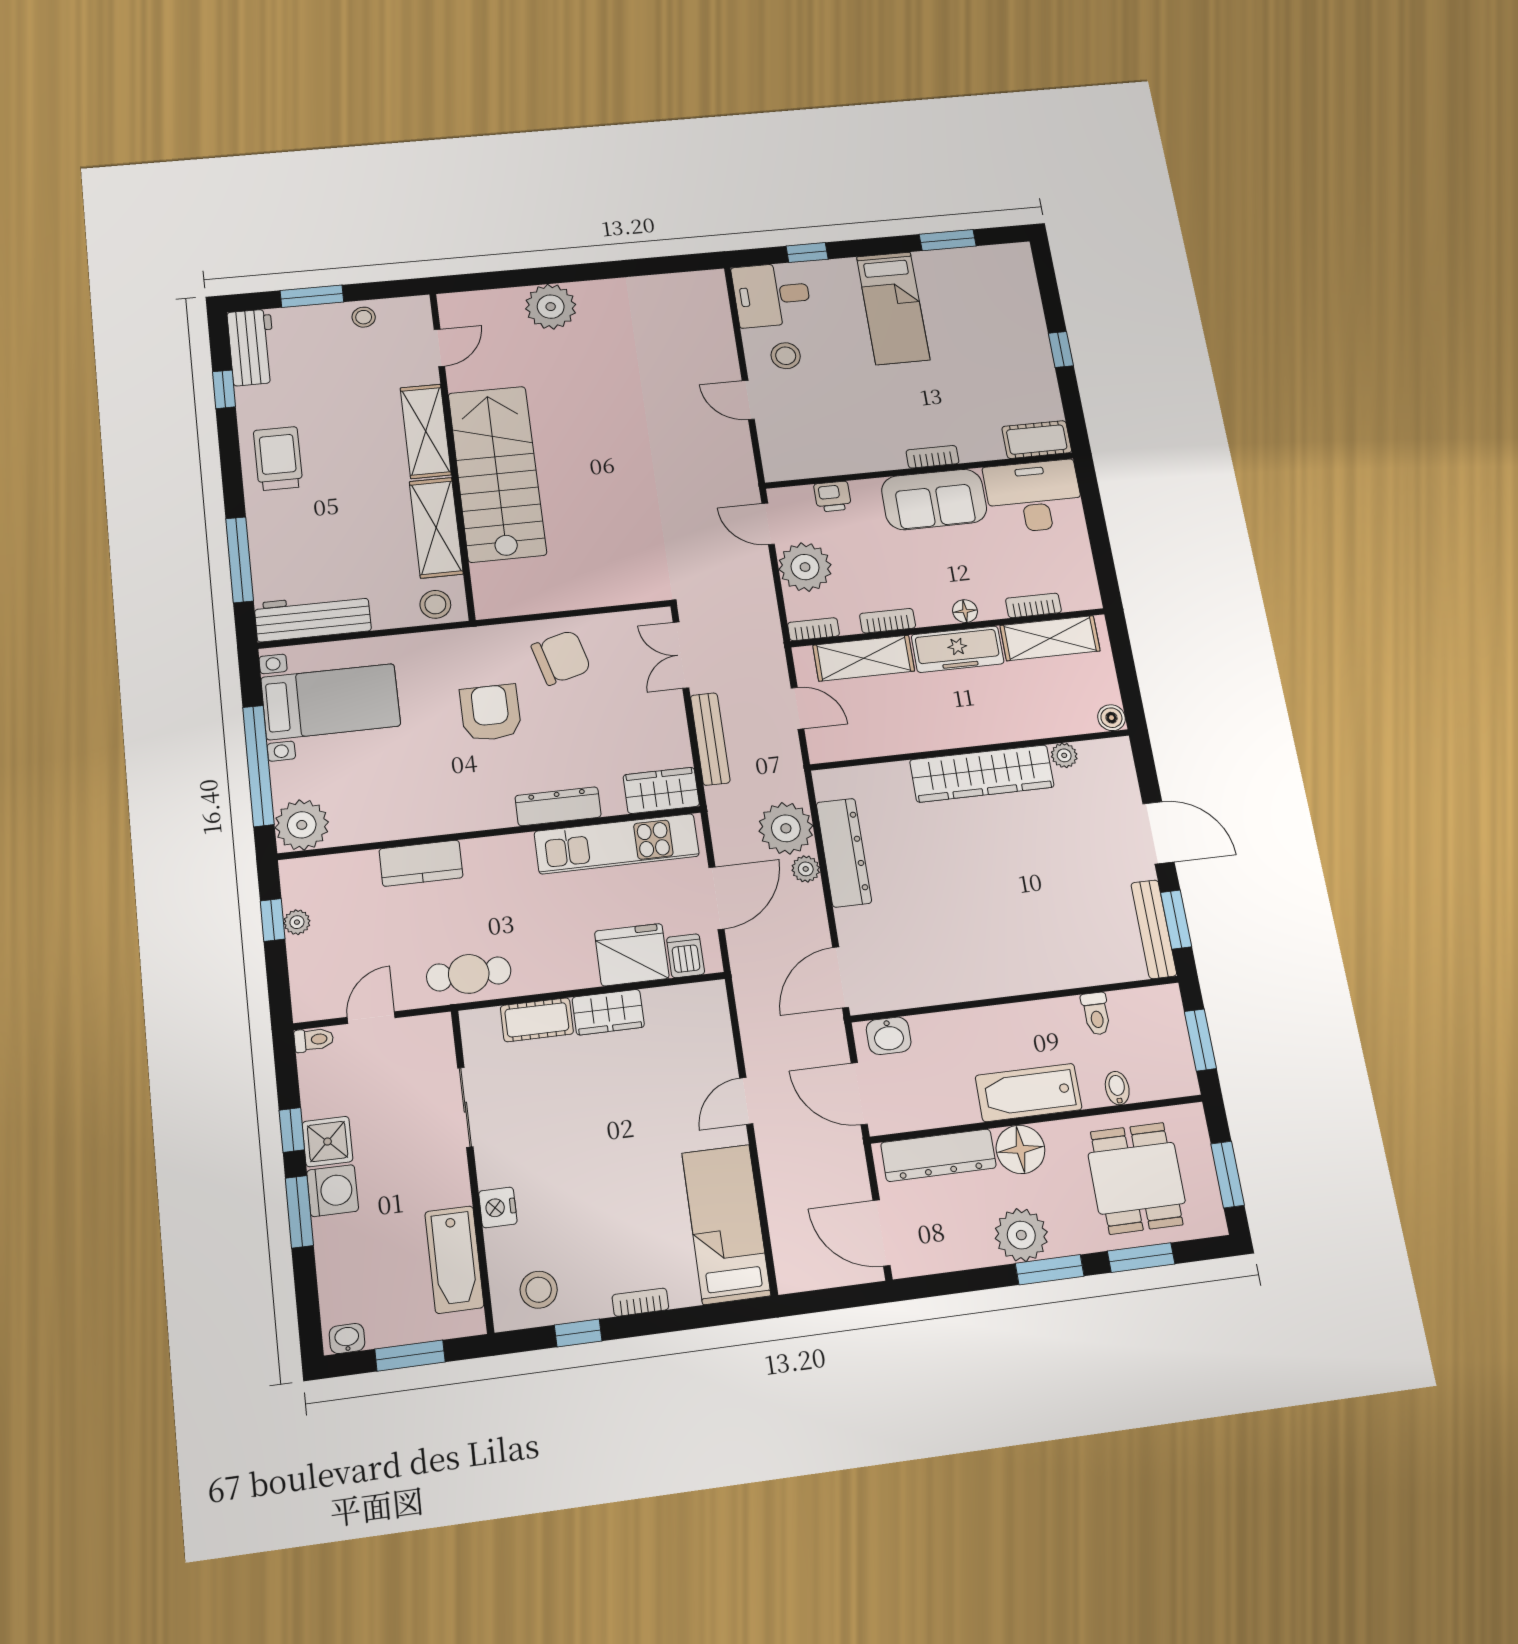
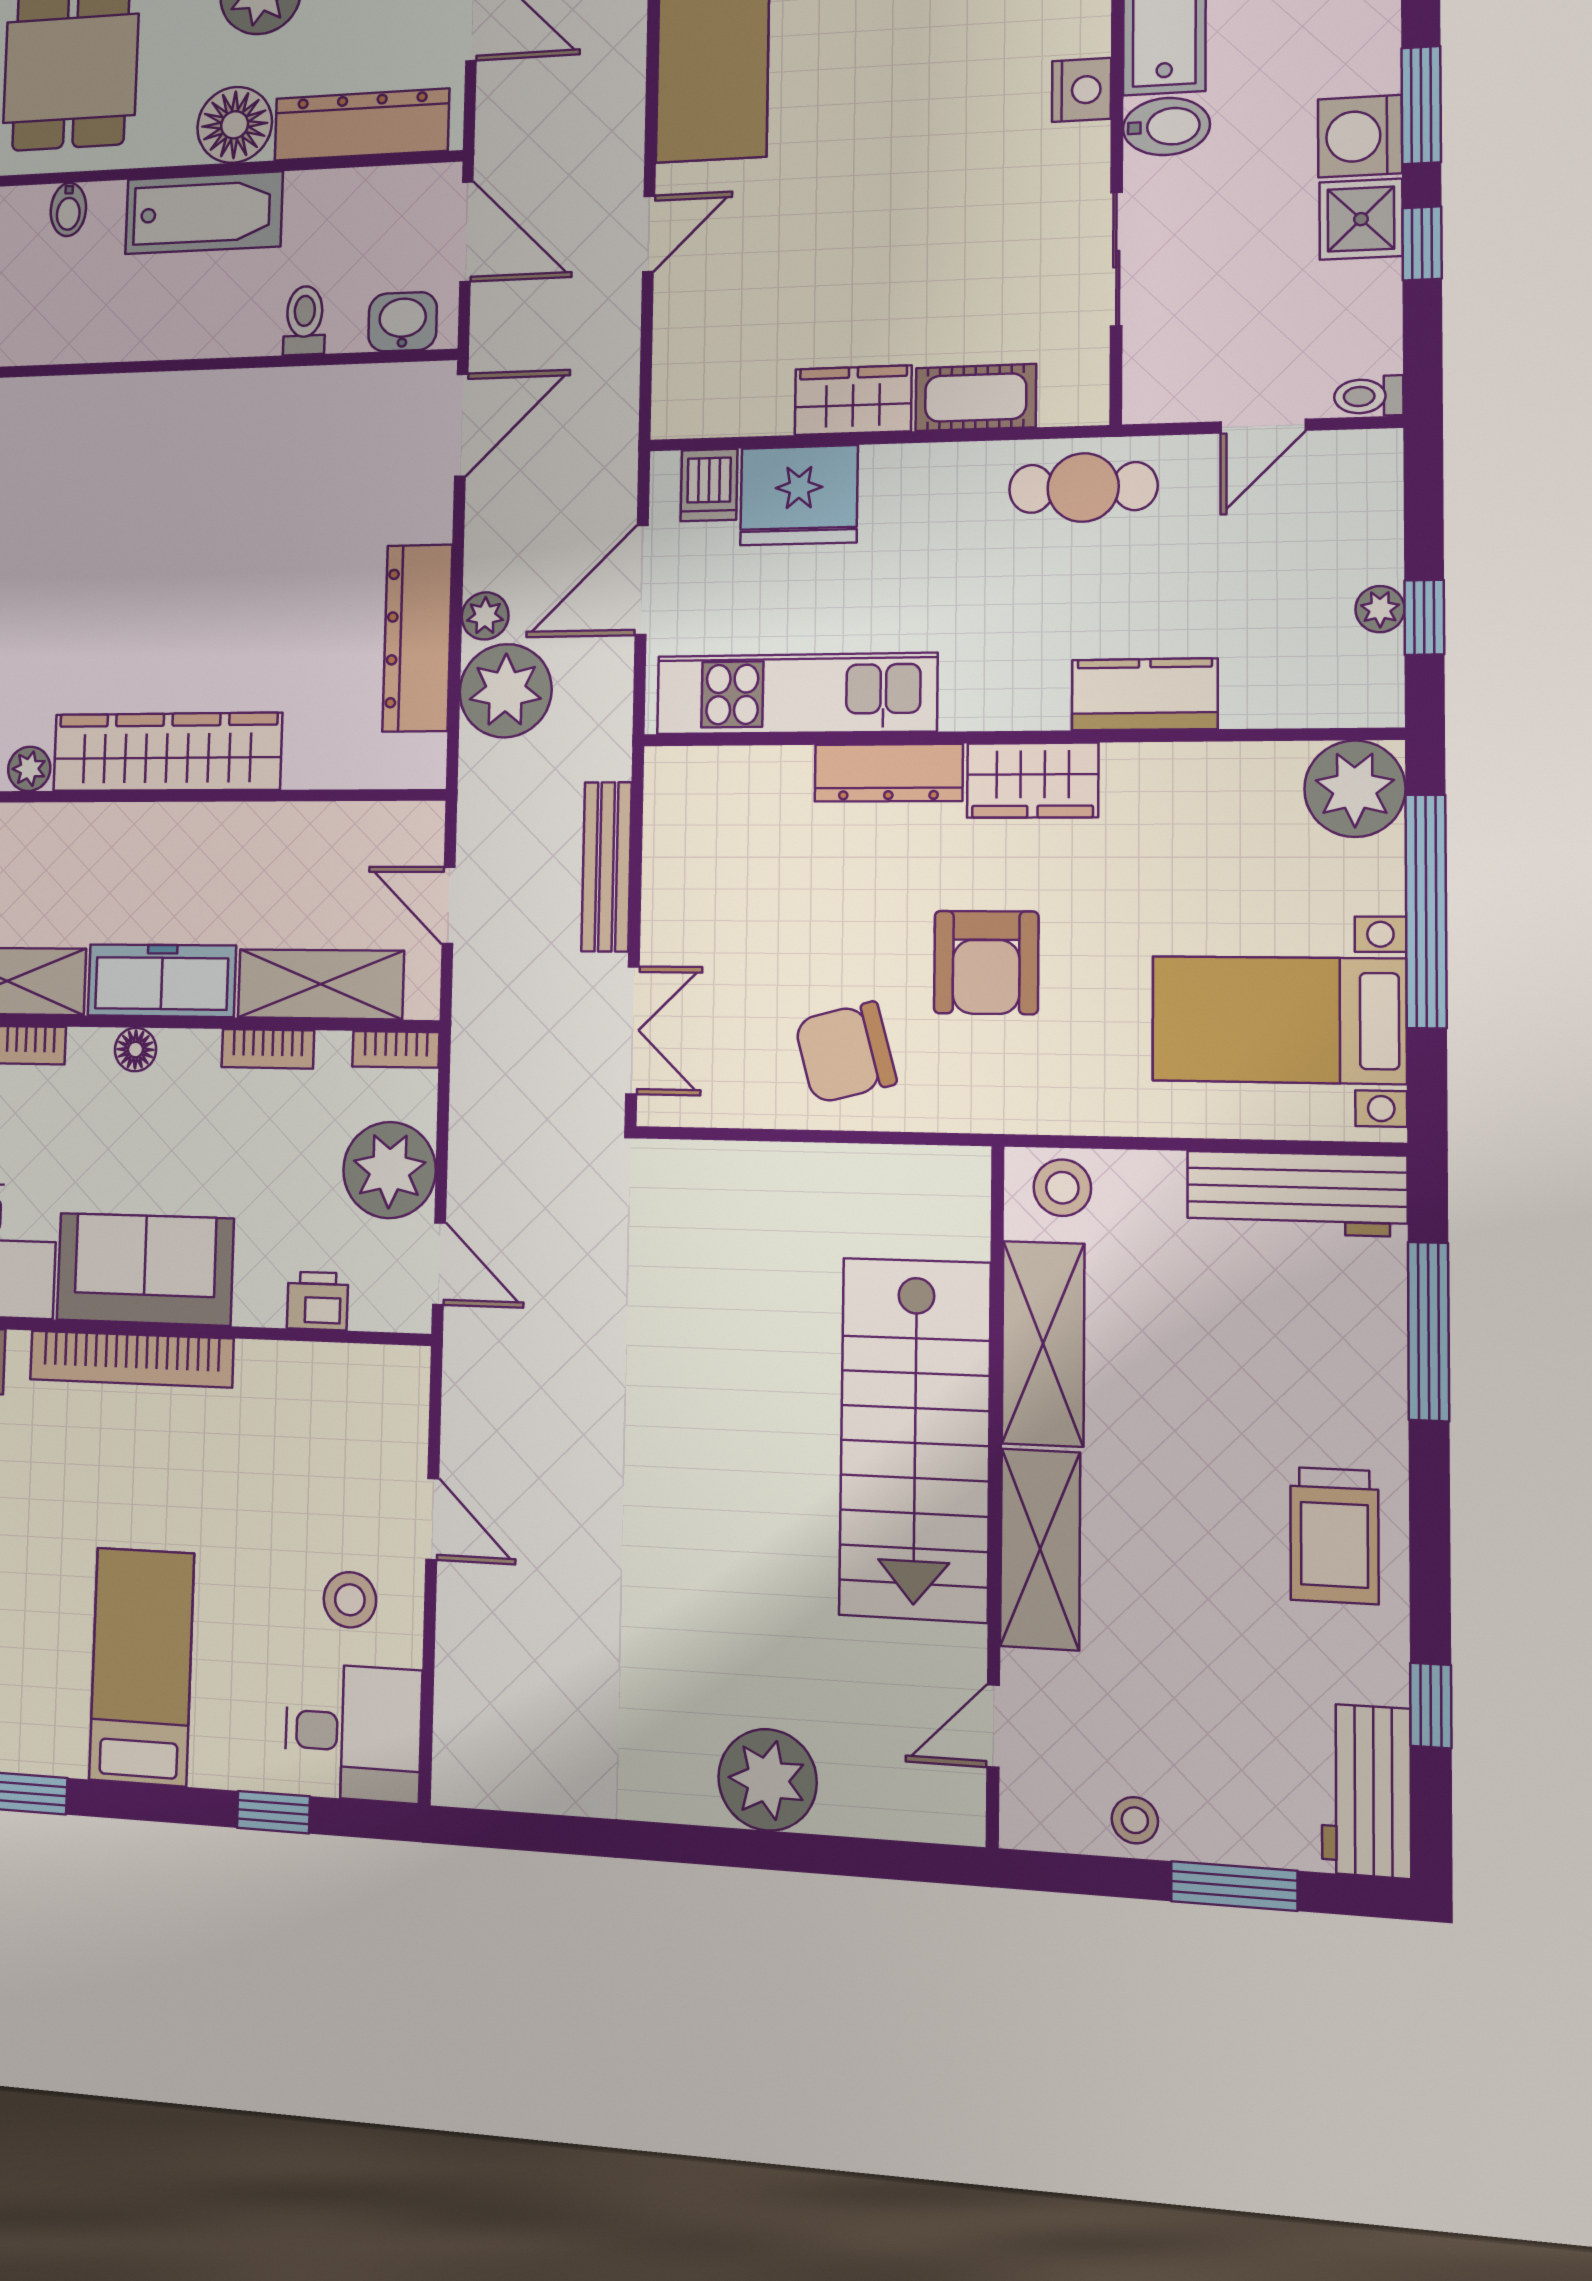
bookcase: (933, 457) -> (131, 1359), width x2.31, depth x1.31
wardrobe: (661, 790) -> (1033, 780), moved
toilet: (1096, 1014) -> (305, 320), moved
bidet: (445, 1189) -> (1166, 127), added

